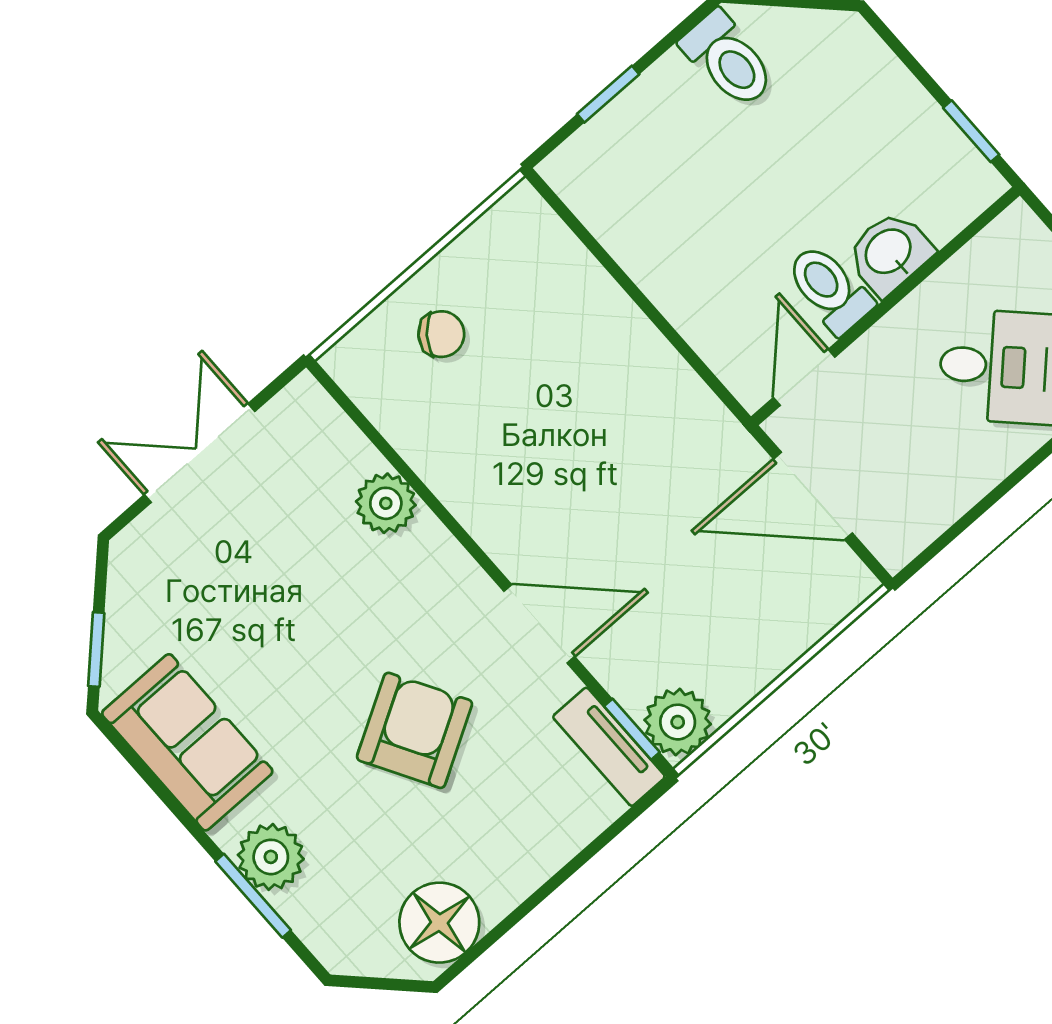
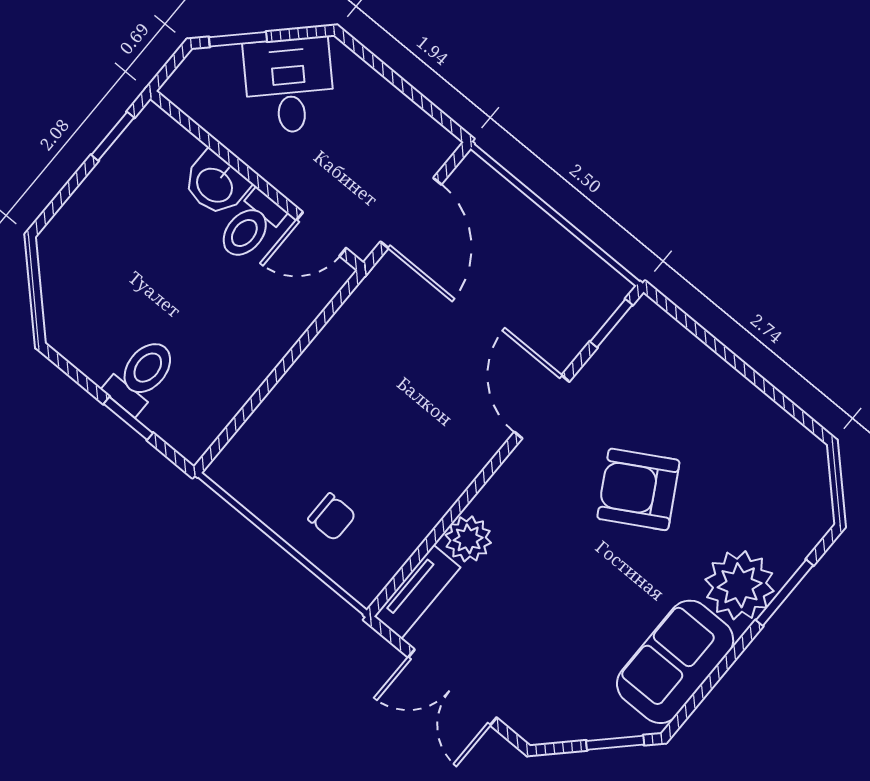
toilet: (728, 60) -> (141, 375), moved
chair: (441, 334) -> (332, 517), turned 142
plant: (678, 722) -> (600, 289), removed
tv unit: (609, 747) -> (417, 592), moved
plant: (271, 857) -> (740, 585), width x1.36, depth x1.36
floor lamp: (439, 923) -> (782, 447), removed

